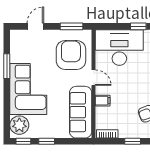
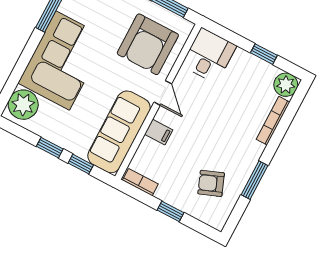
desk: (119, 48) -> (209, 56), width x0.53, depth x0.77
armchair: (71, 55) -> (148, 44), turned 180
window: (23, 141) -> (81, 164), moved

